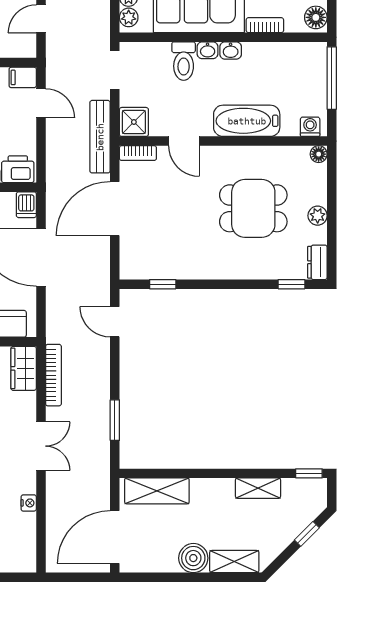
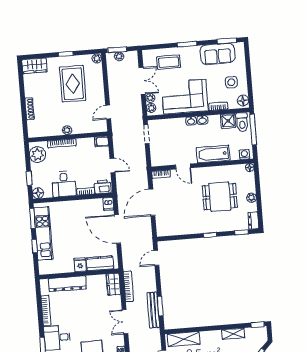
toilet: (184, 61) -> (242, 122), moved
door: (41, 103) -> (112, 165), moved
shower: (134, 122) -> (228, 121), moved
bench: (100, 137) -> (153, 310), moved
window: (163, 284) -> (210, 235), moved
door: (115, 322) -> (156, 258), hinge flipped
double door: (41, 446) -> (125, 322), swing flipped

